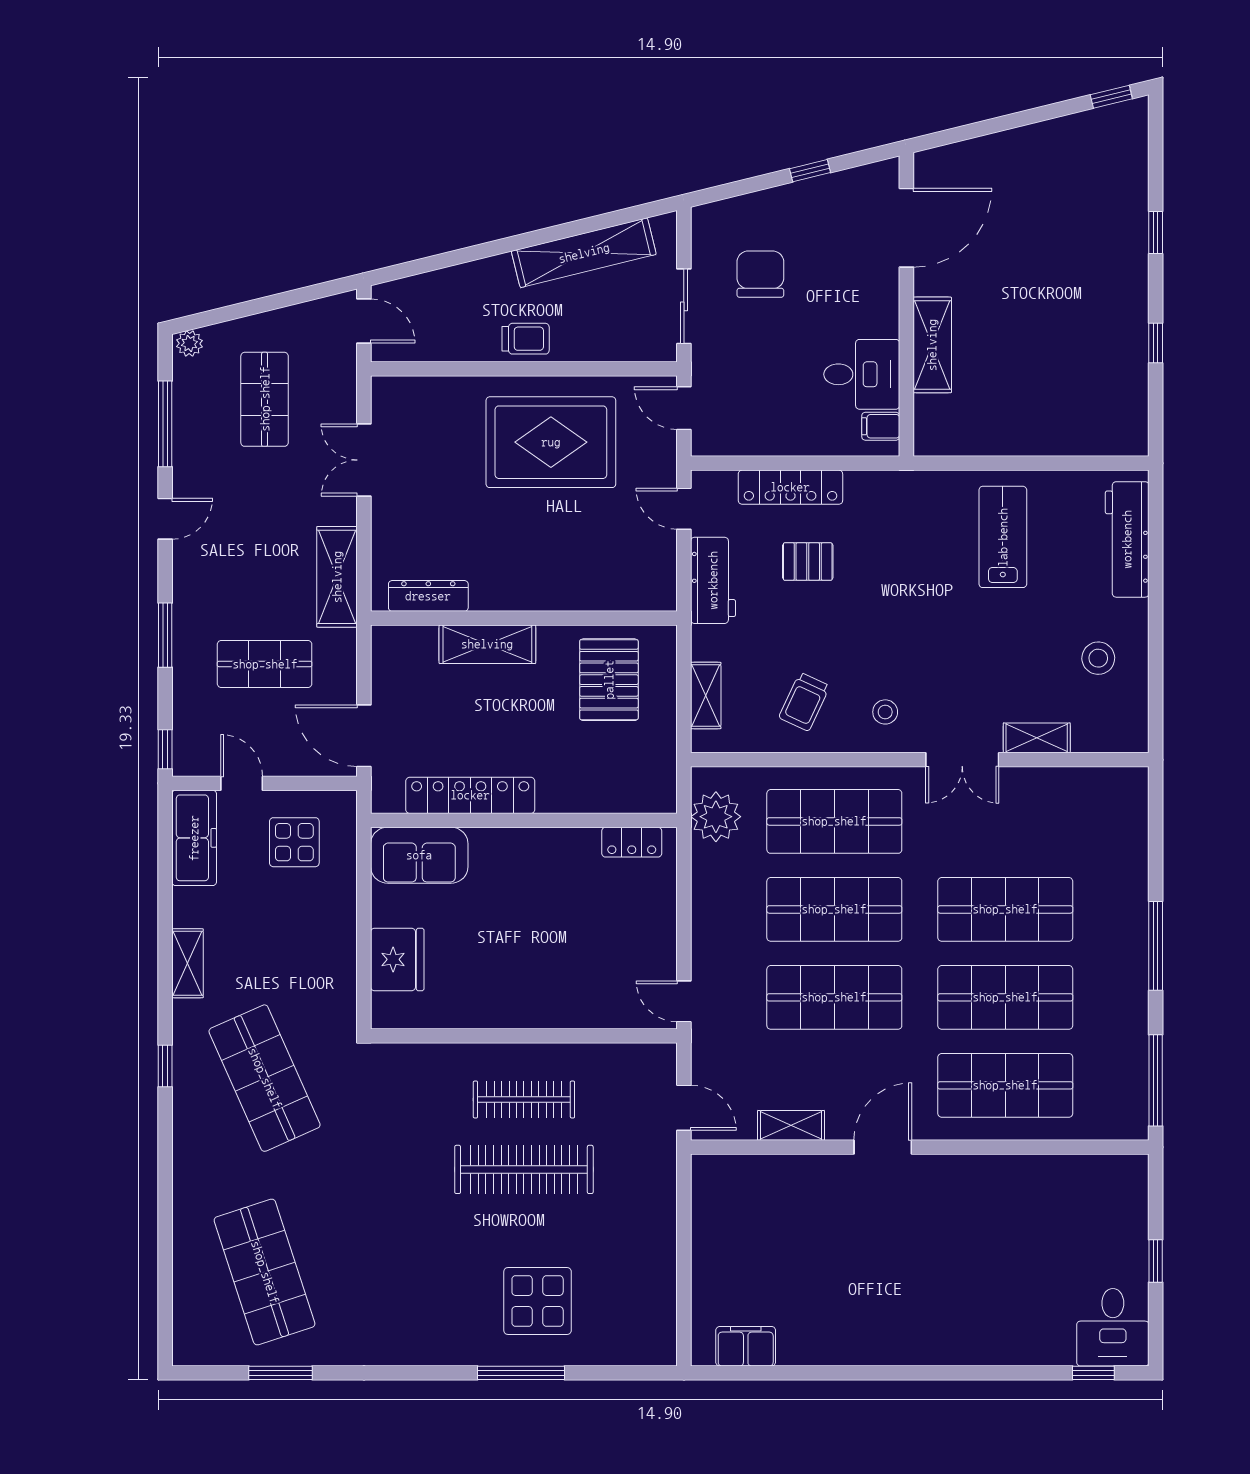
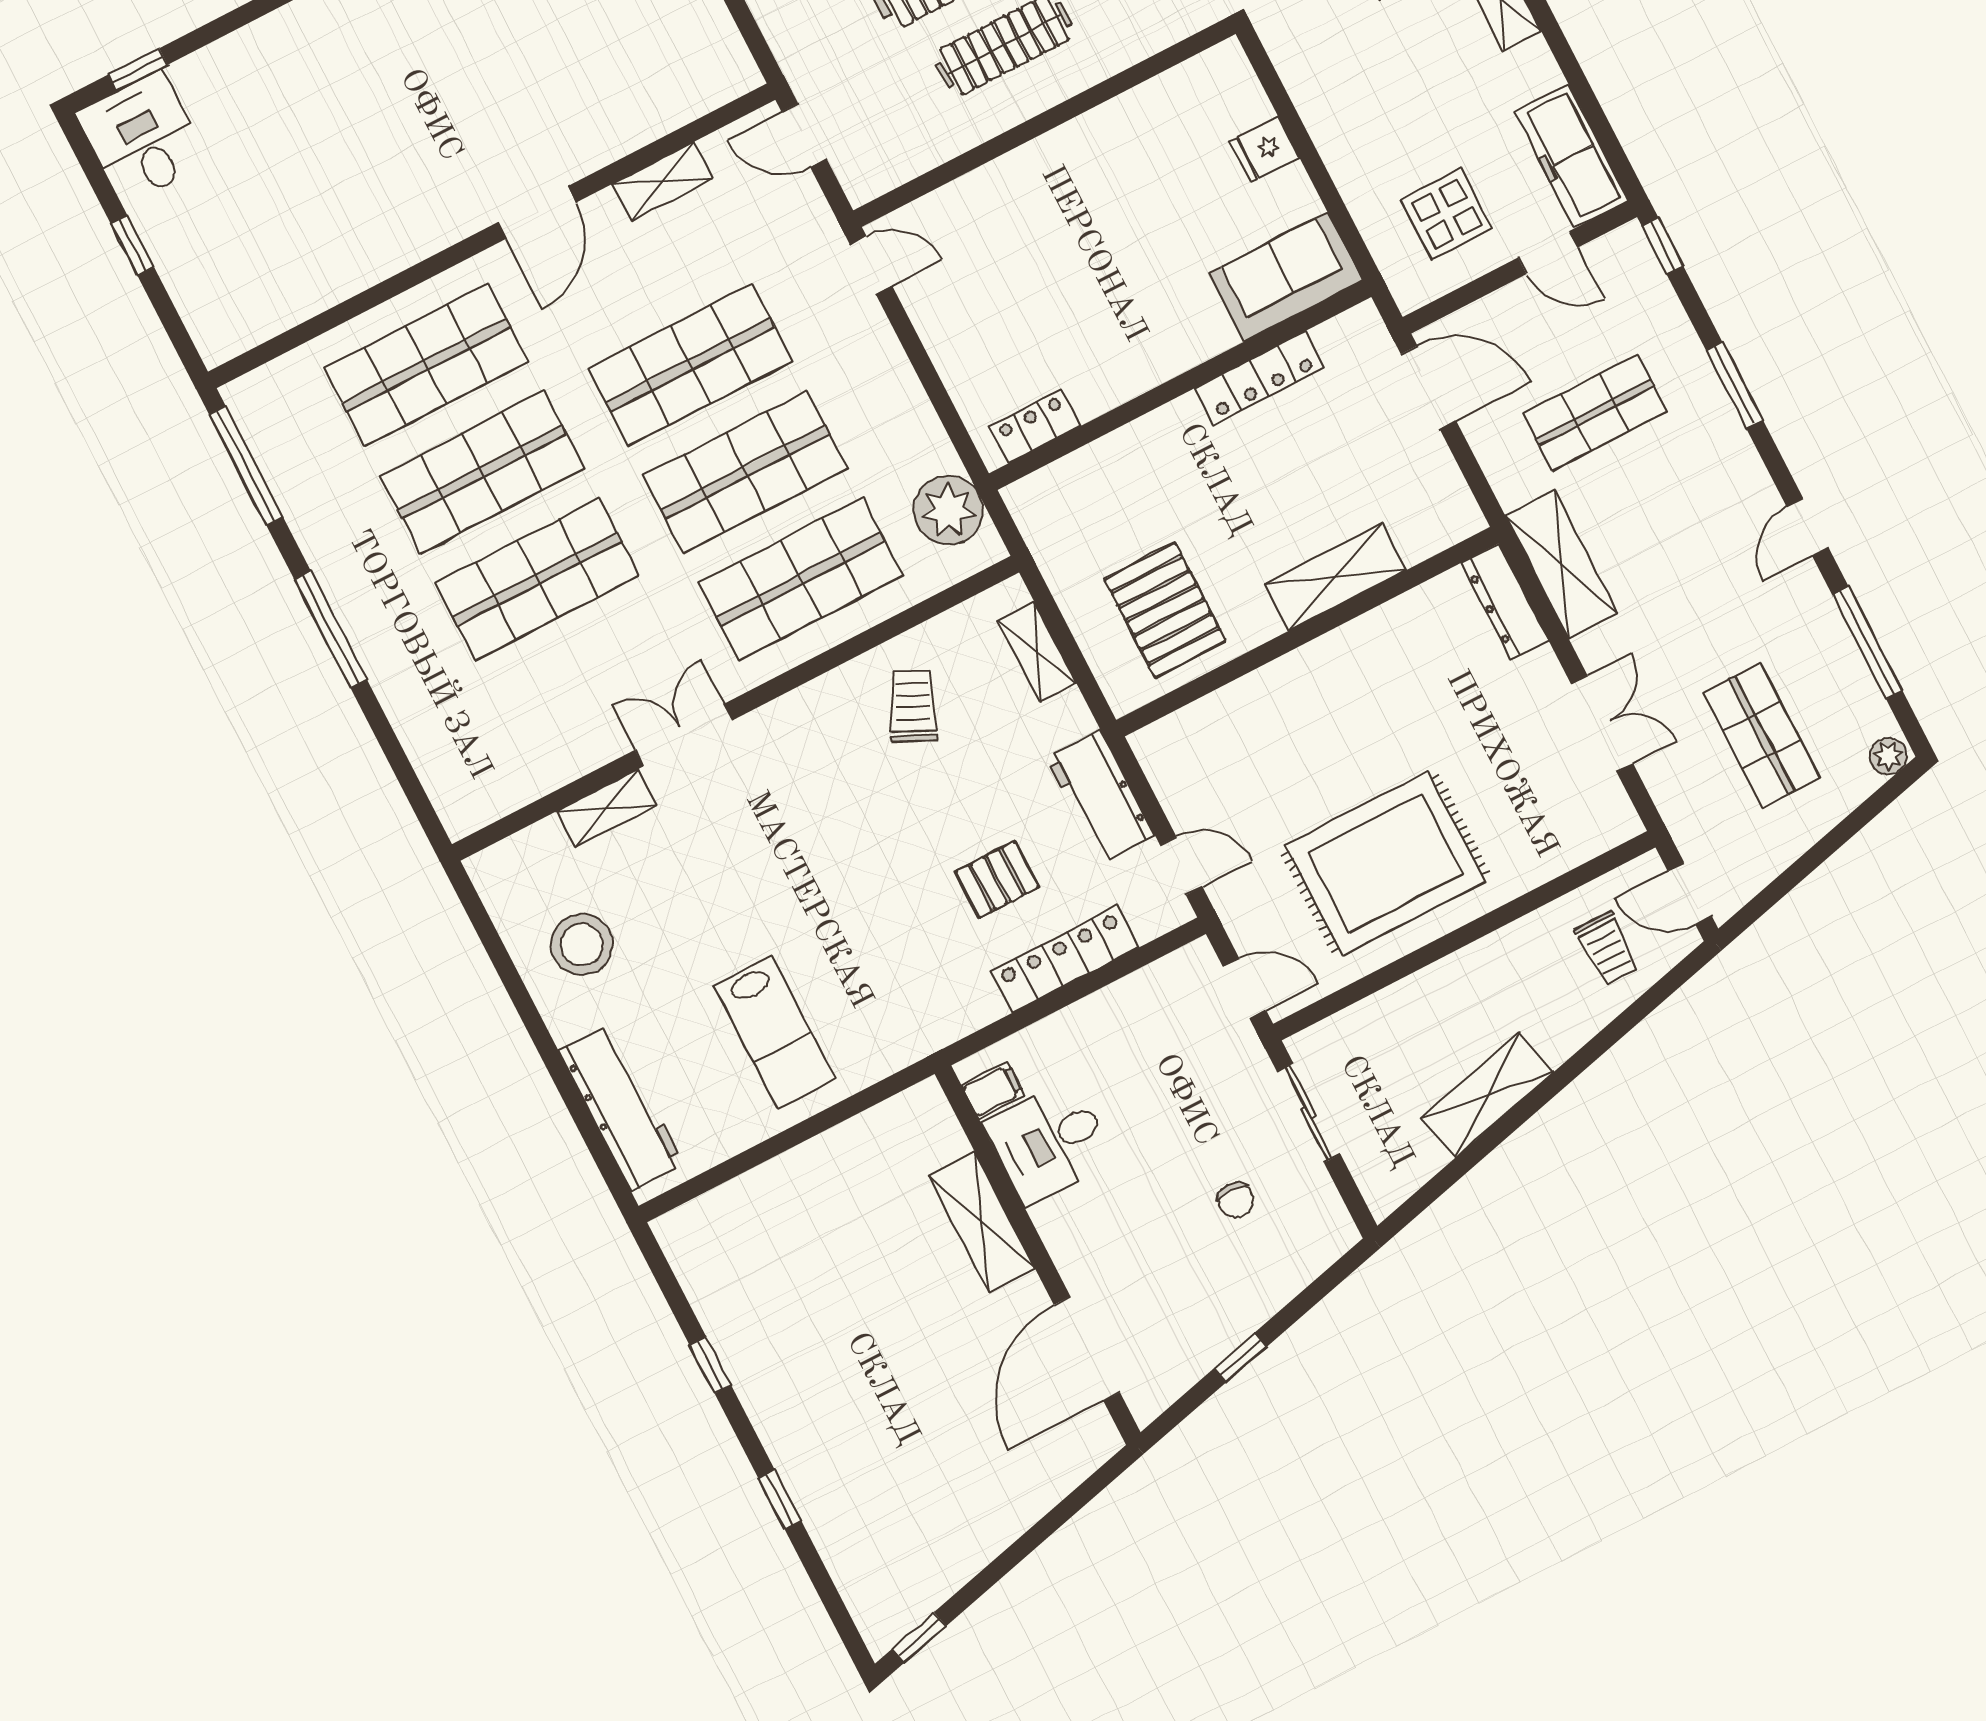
shelving: (584, 253) -> (1488, 1095), width x0.68
chair: (760, 274) -> (1236, 1200), width x0.54, depth x0.54
trolley: (526, 339) -> (1607, 949), moved, turned -90
dresser: (428, 596) -> (1505, 602), moved, turned 90
stool: (1098, 658) -> (582, 944), width x1.38, depth x1.38
stool: (885, 712) -> (808, 745), removed
locker: (470, 795) -> (1259, 378), width x0.71, depth x0.83
fridge: (397, 959) -> (1265, 149), width x0.53, depth x0.75

